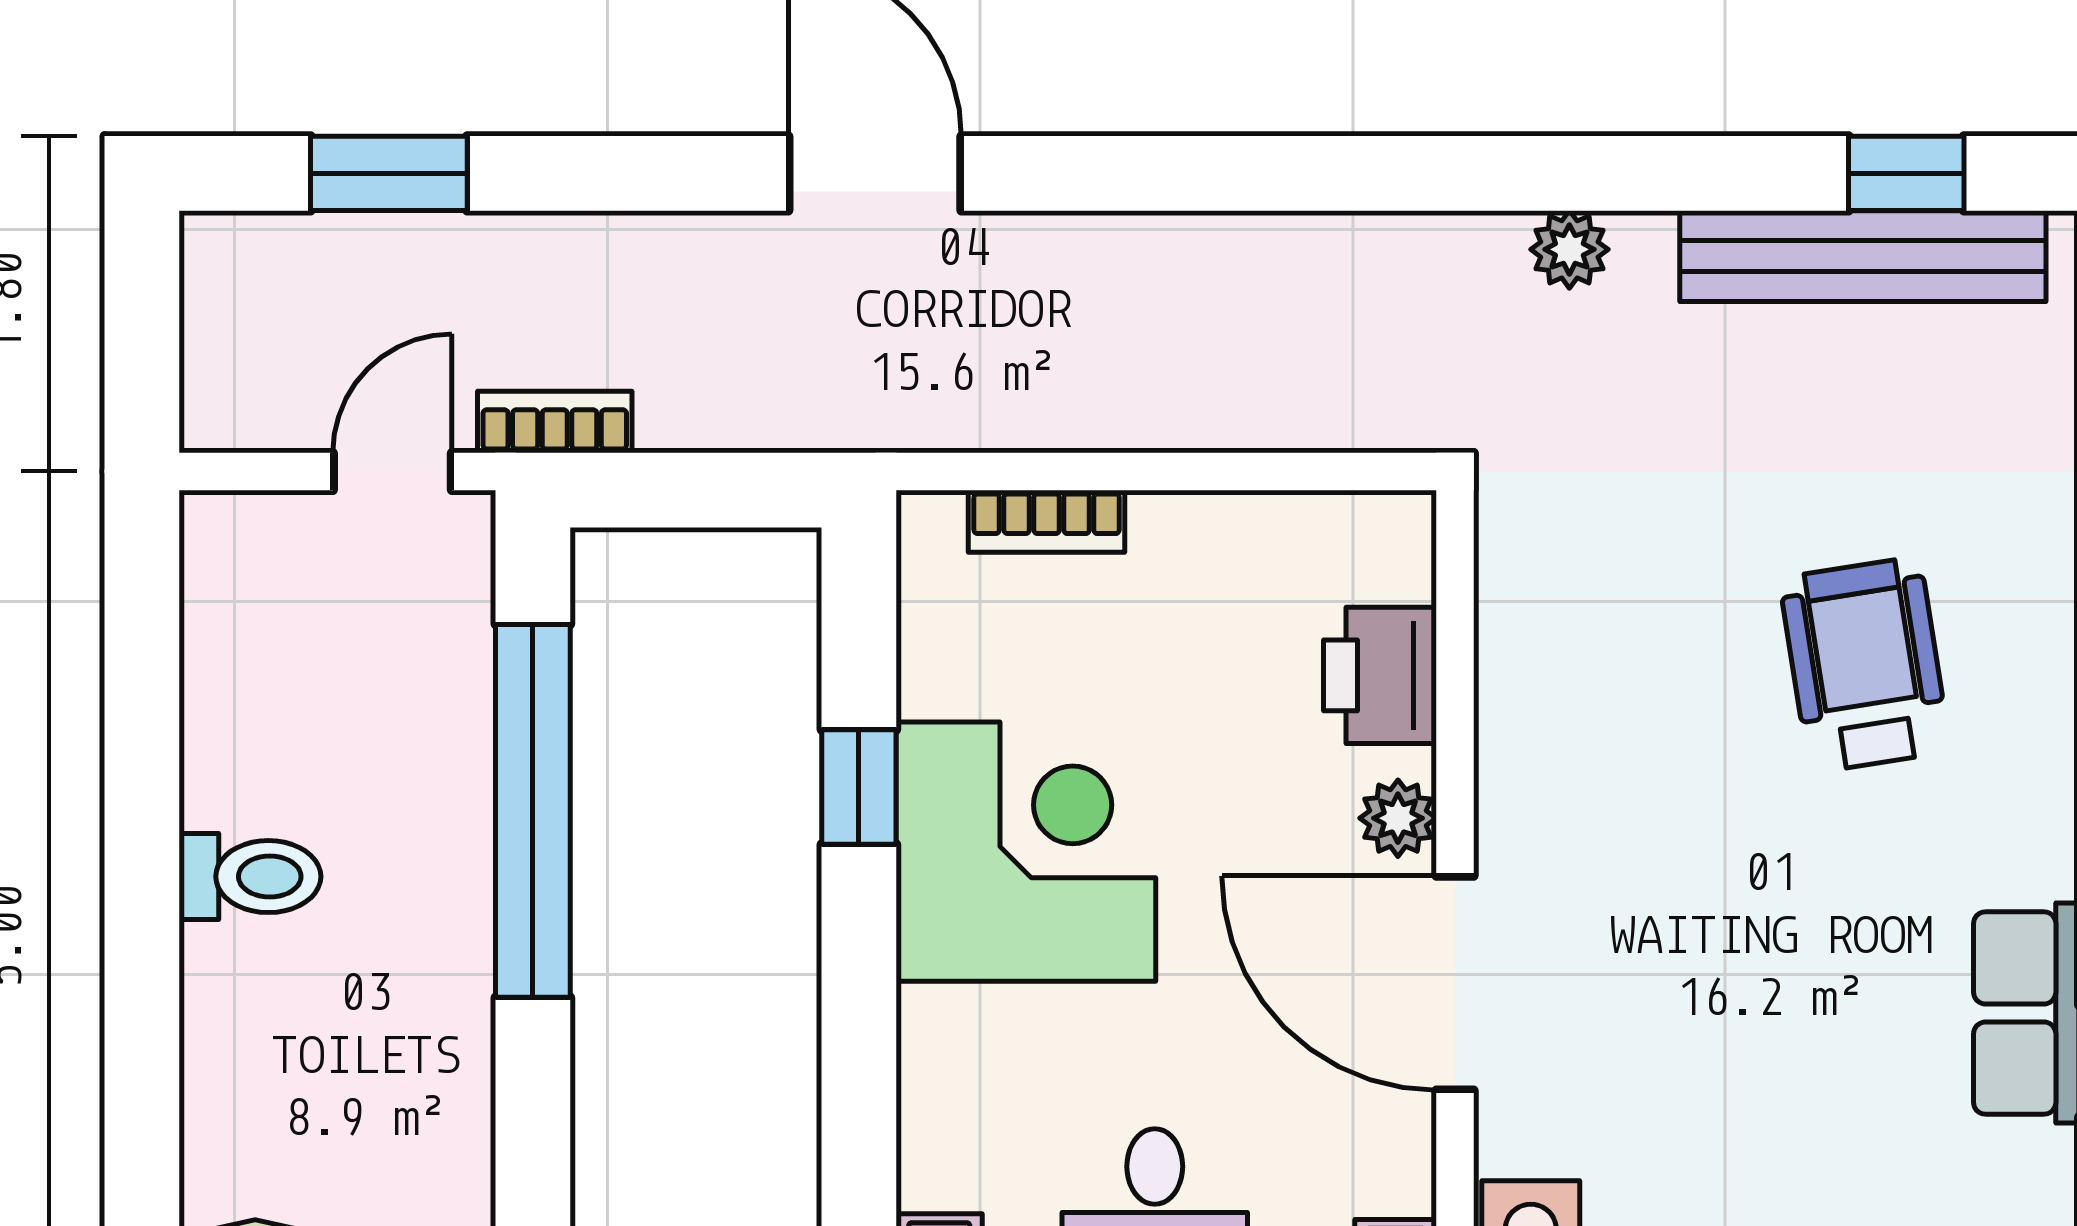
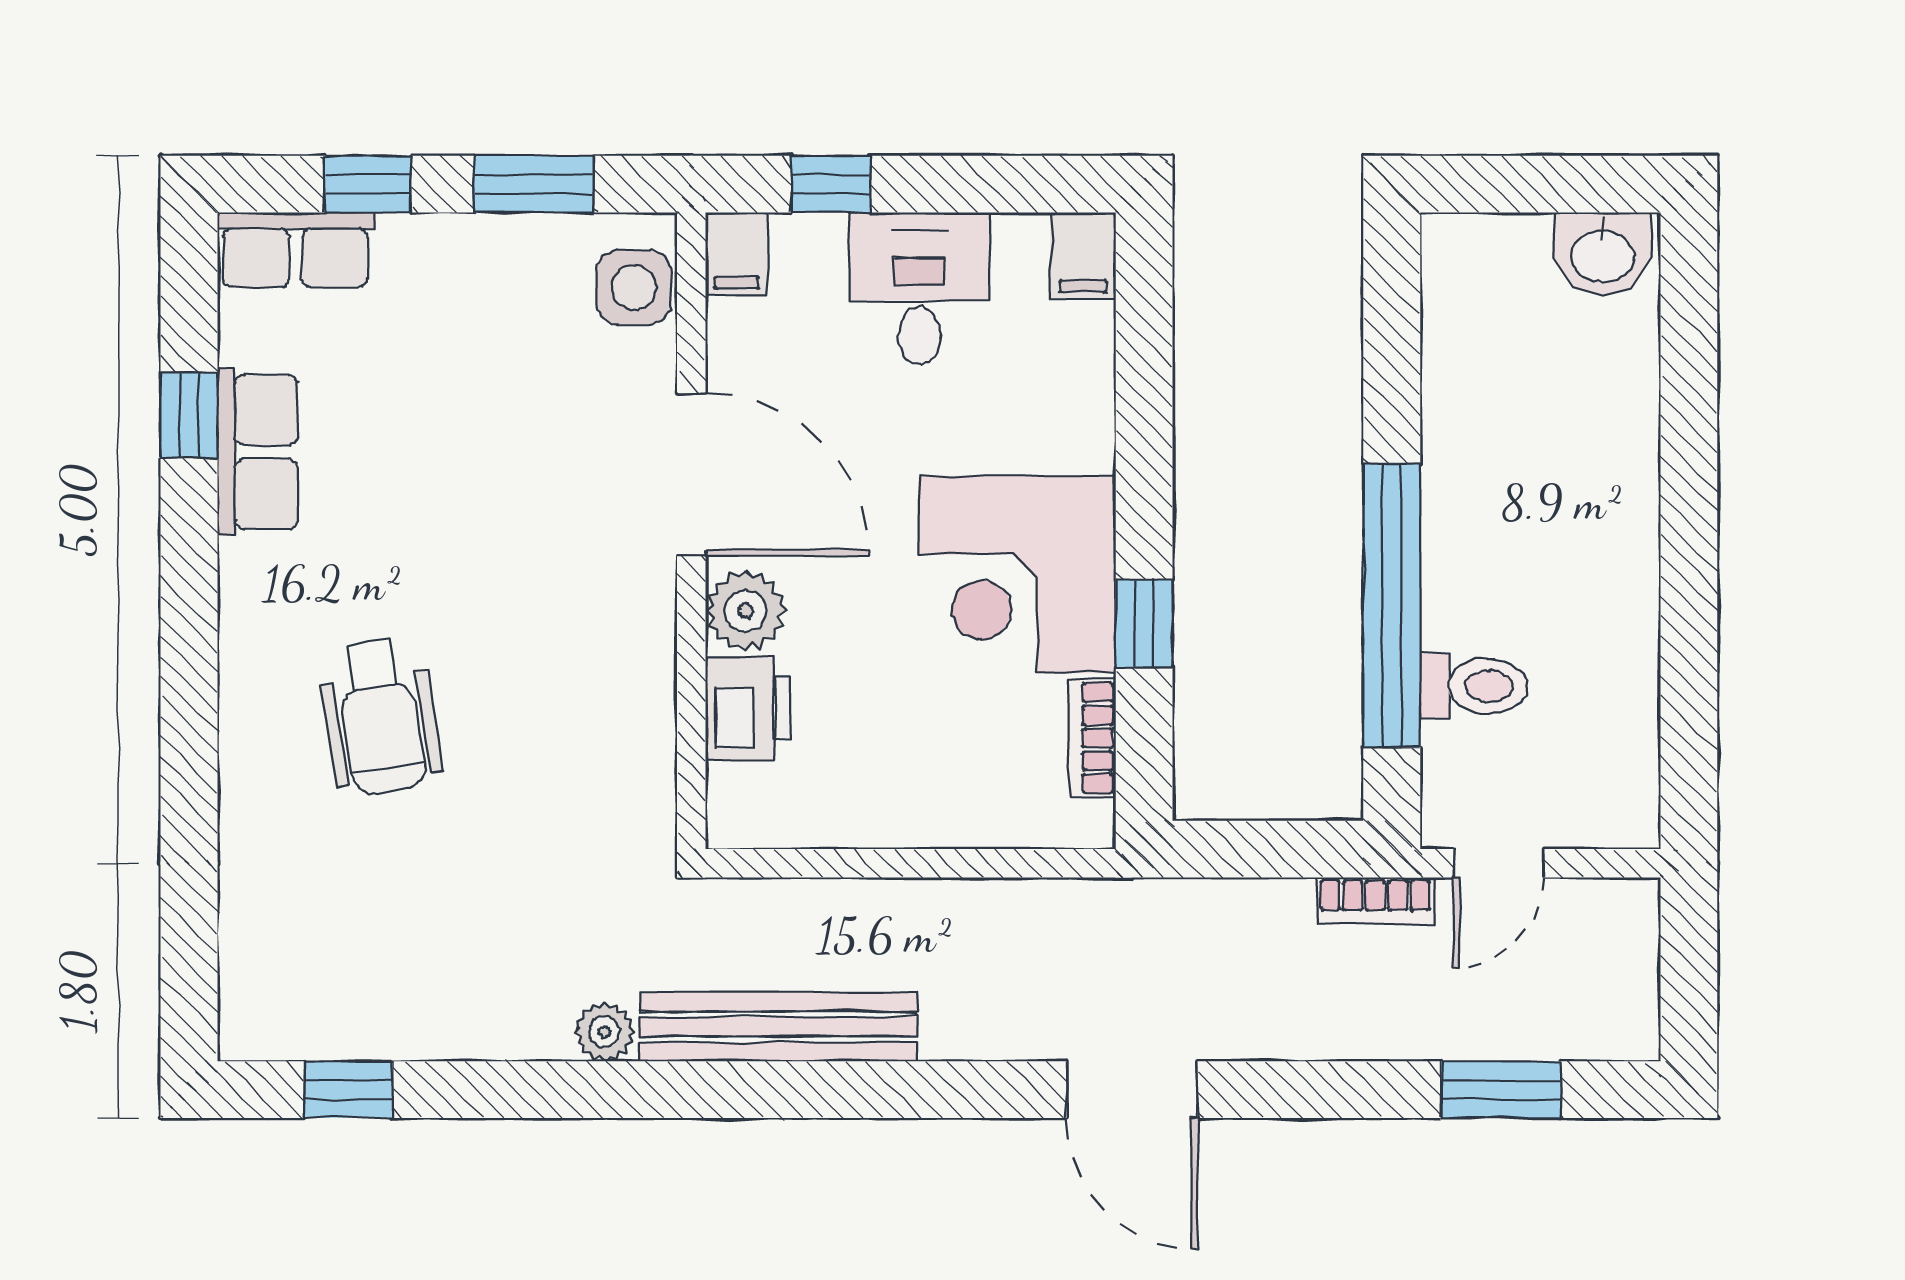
bench: (1863, 256) -> (779, 1027), moved
bookcase: (1047, 521) -> (1092, 738), moved, turned -90
plant: (1398, 818) -> (746, 611), width x1.38, depth x1.38
toilet: (250, 877) -> (1474, 686), moved, turned 180

